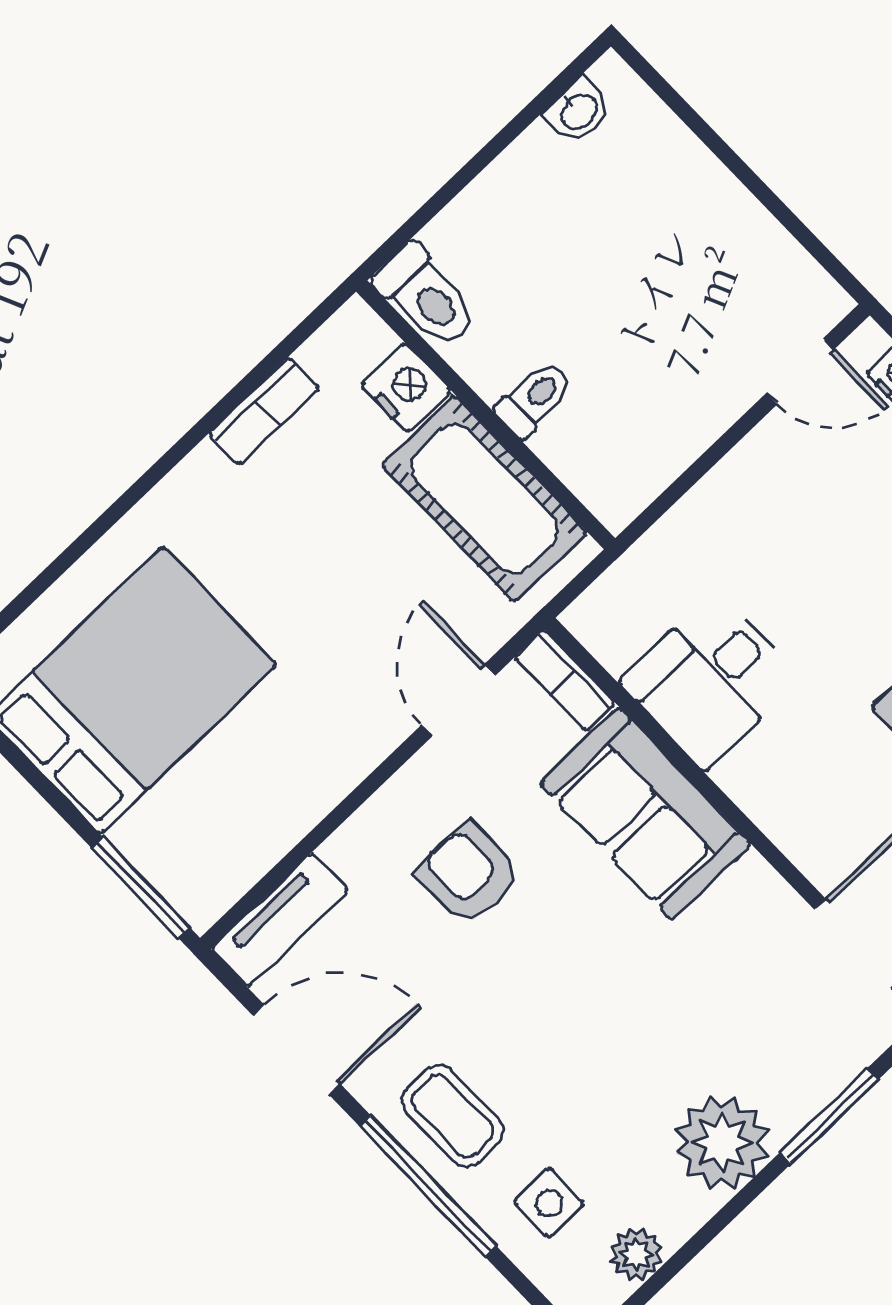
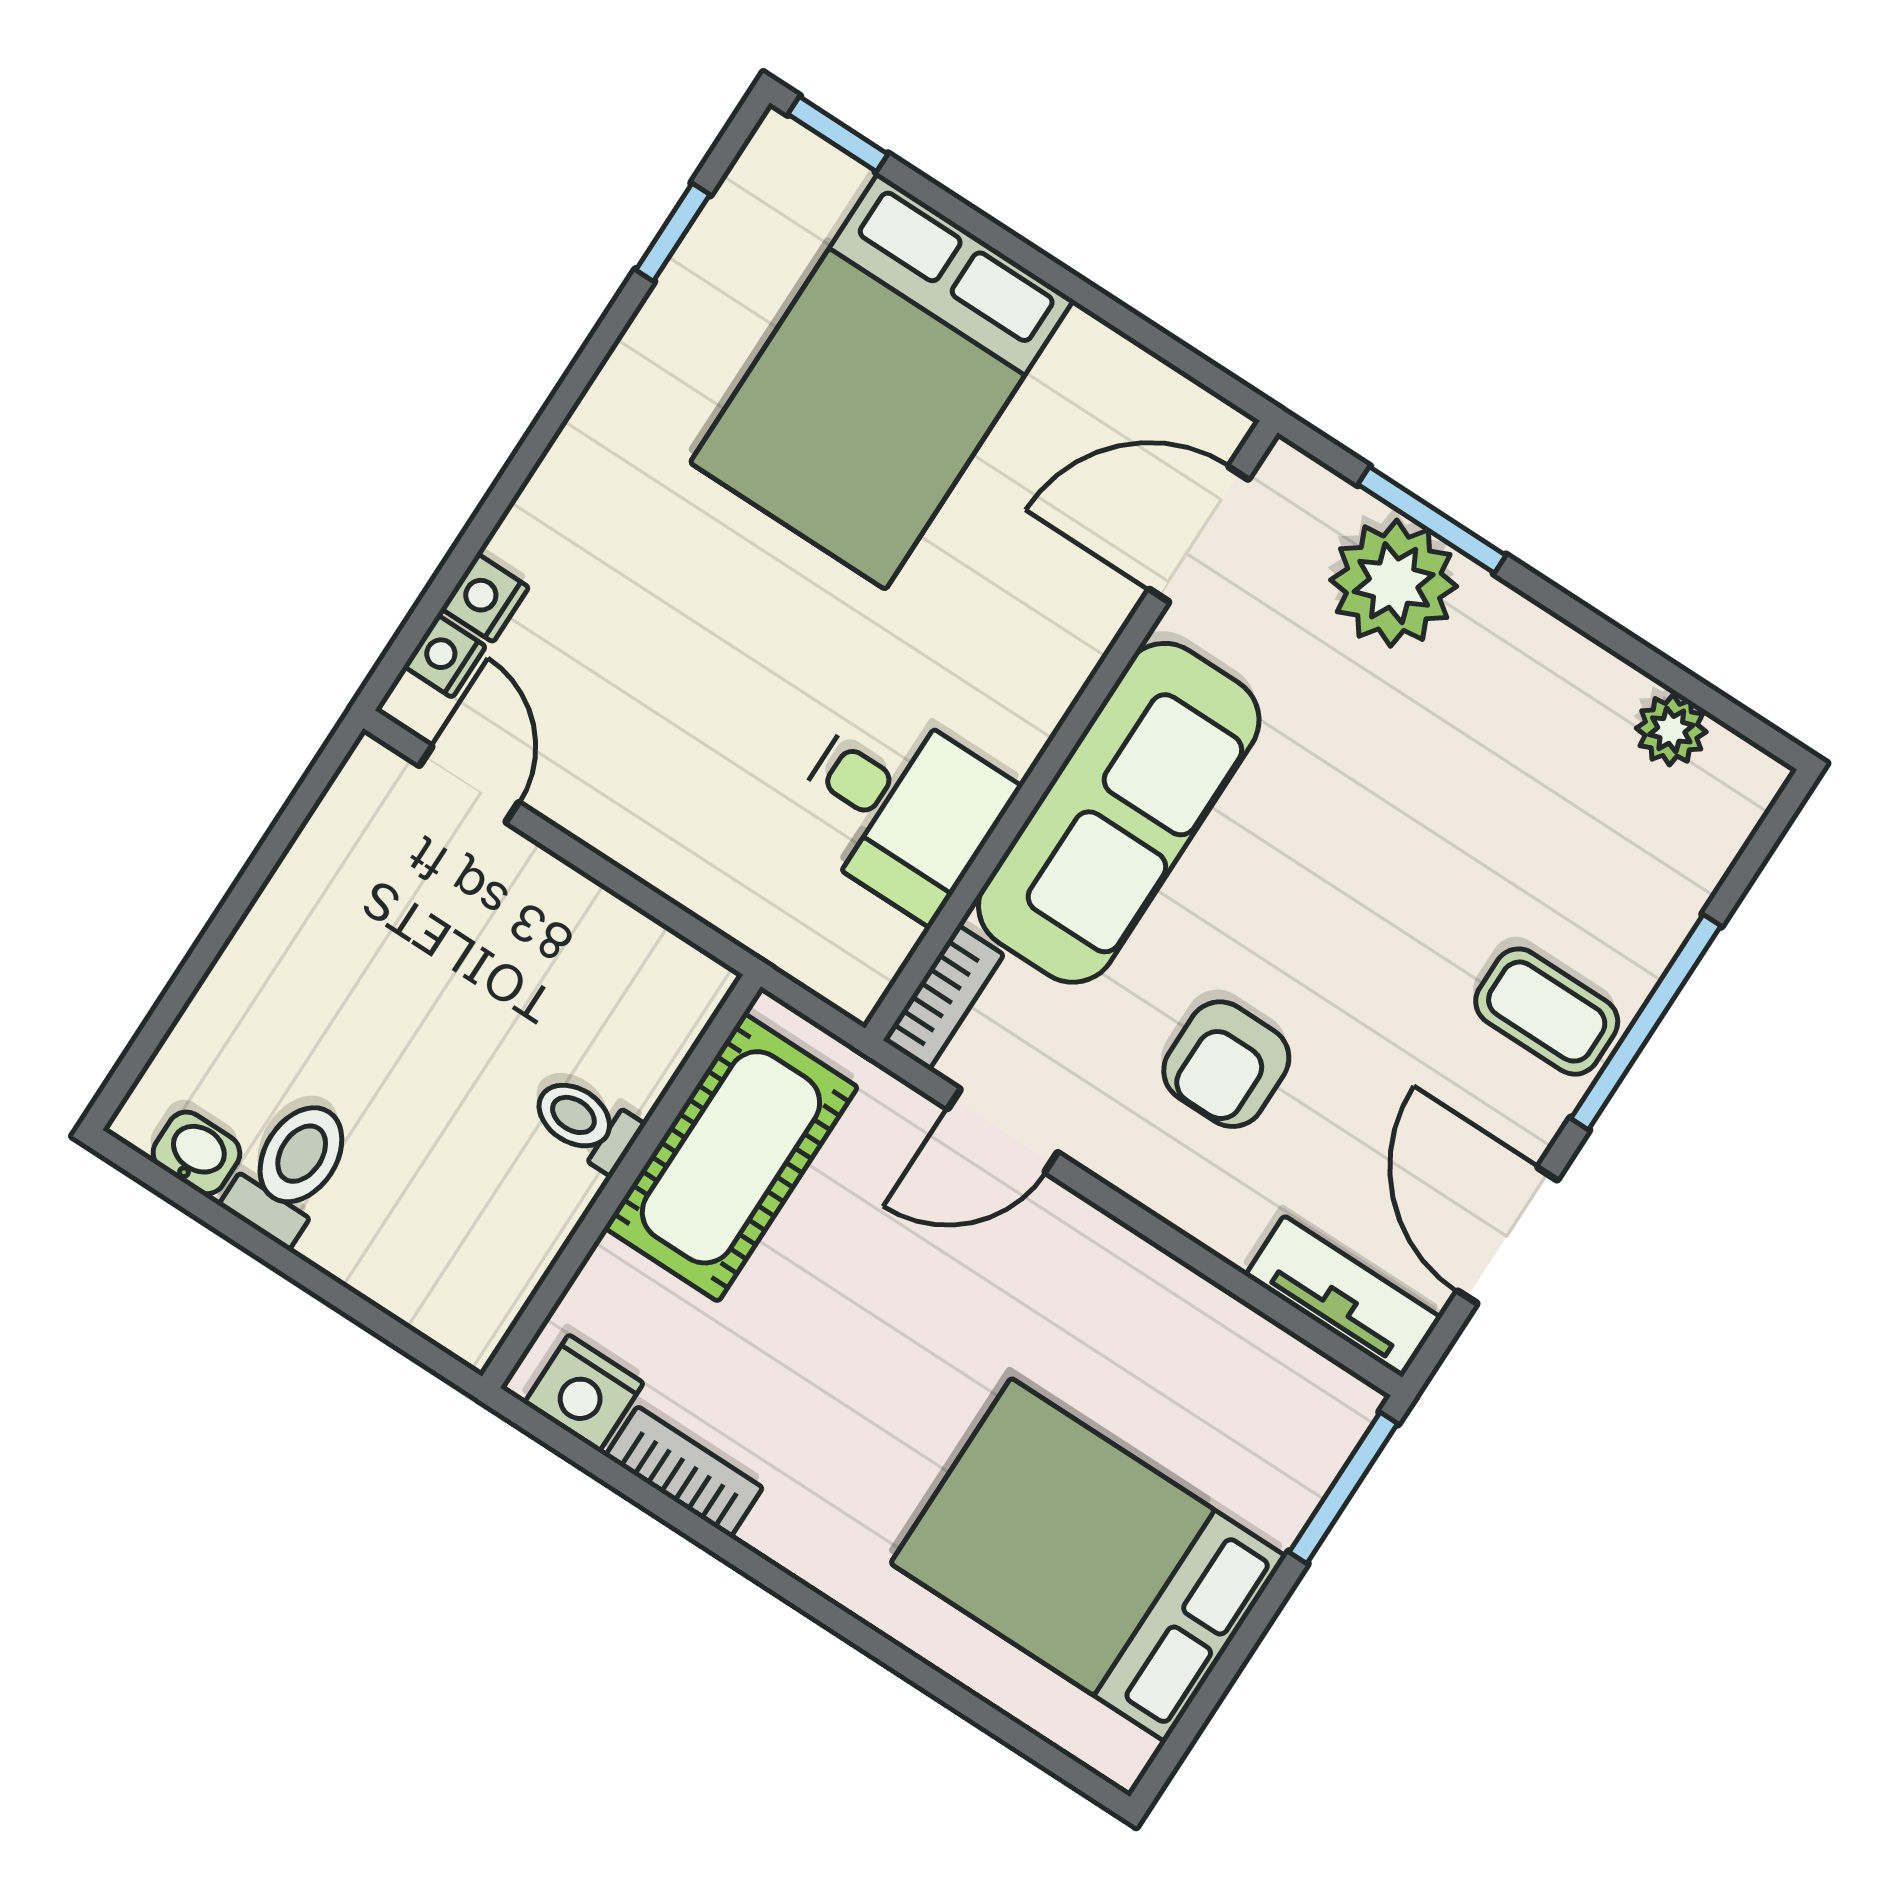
toilet: (426, 296) -> (291, 1170), moved
nightstand: (406, 388) -> (584, 1393), moved, turned -90
sofa: (646, 814) -> (1119, 813), width x1.36
coffee table: (453, 1116) -> (1547, 1012), turned 90
plant: (722, 1143) -> (1394, 583), moved
side table: (549, 1203) -> (1631, 859), removed

